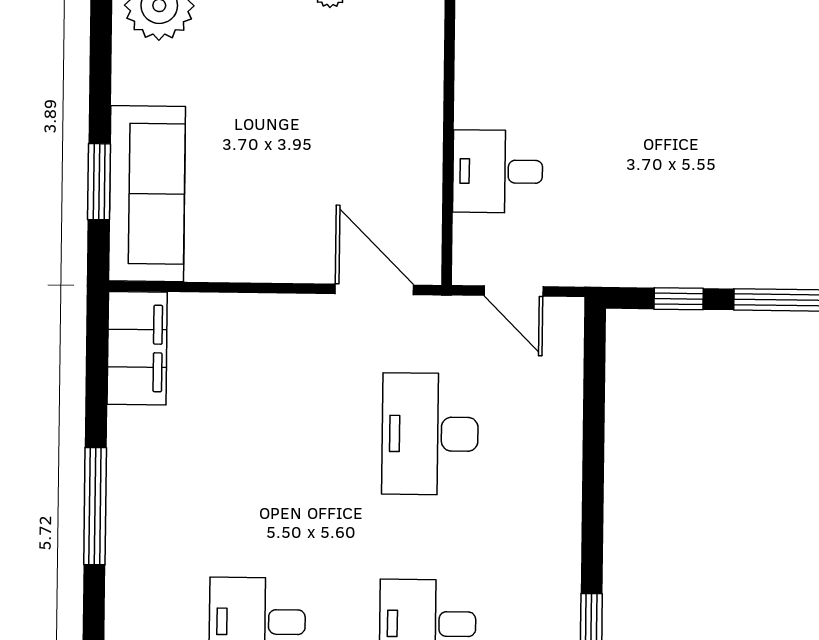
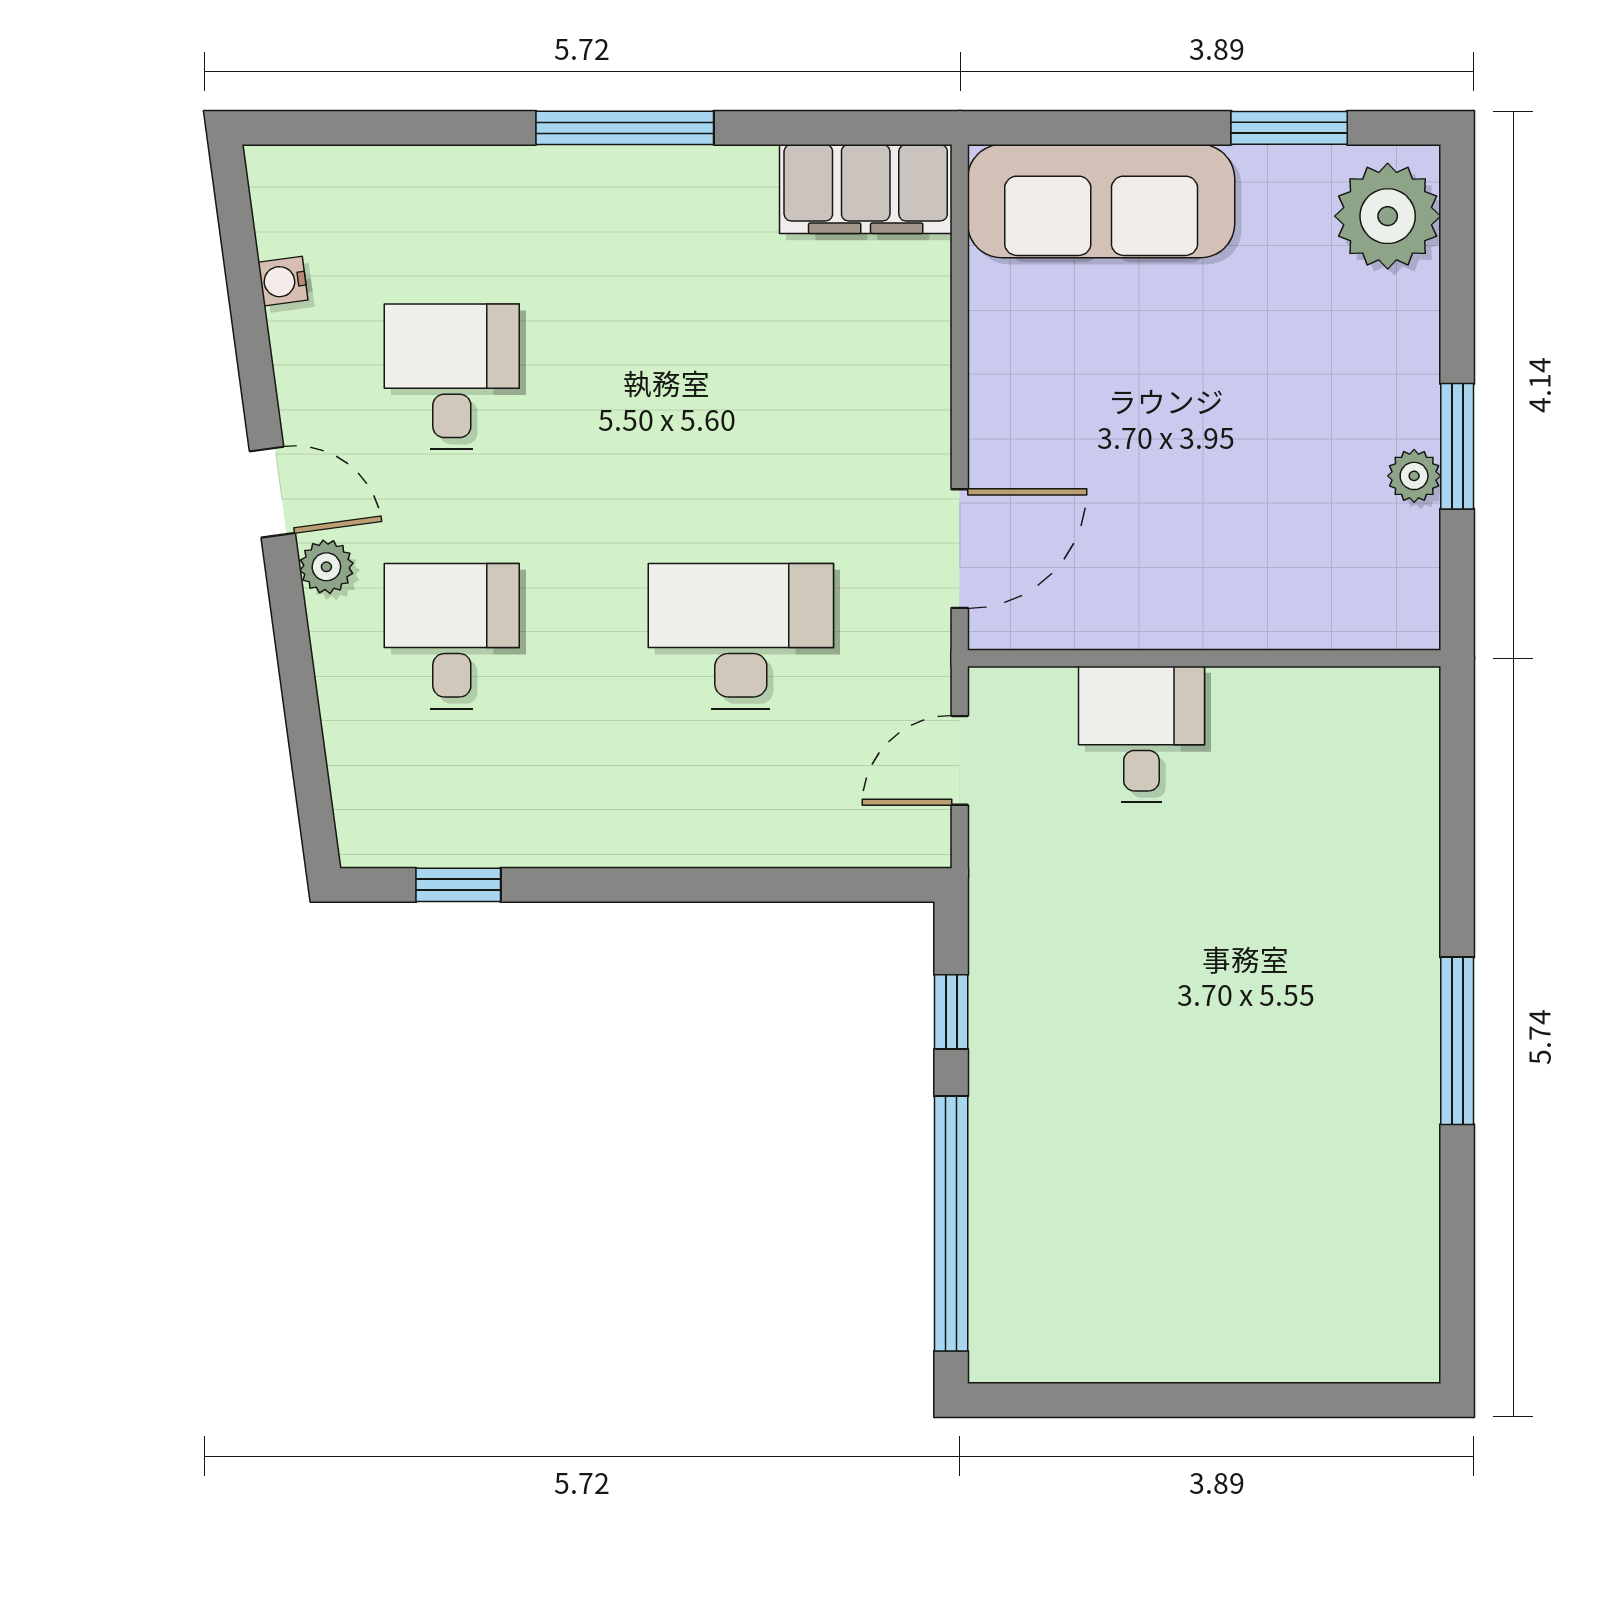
window: (99, 182) -> (1289, 128), moved

